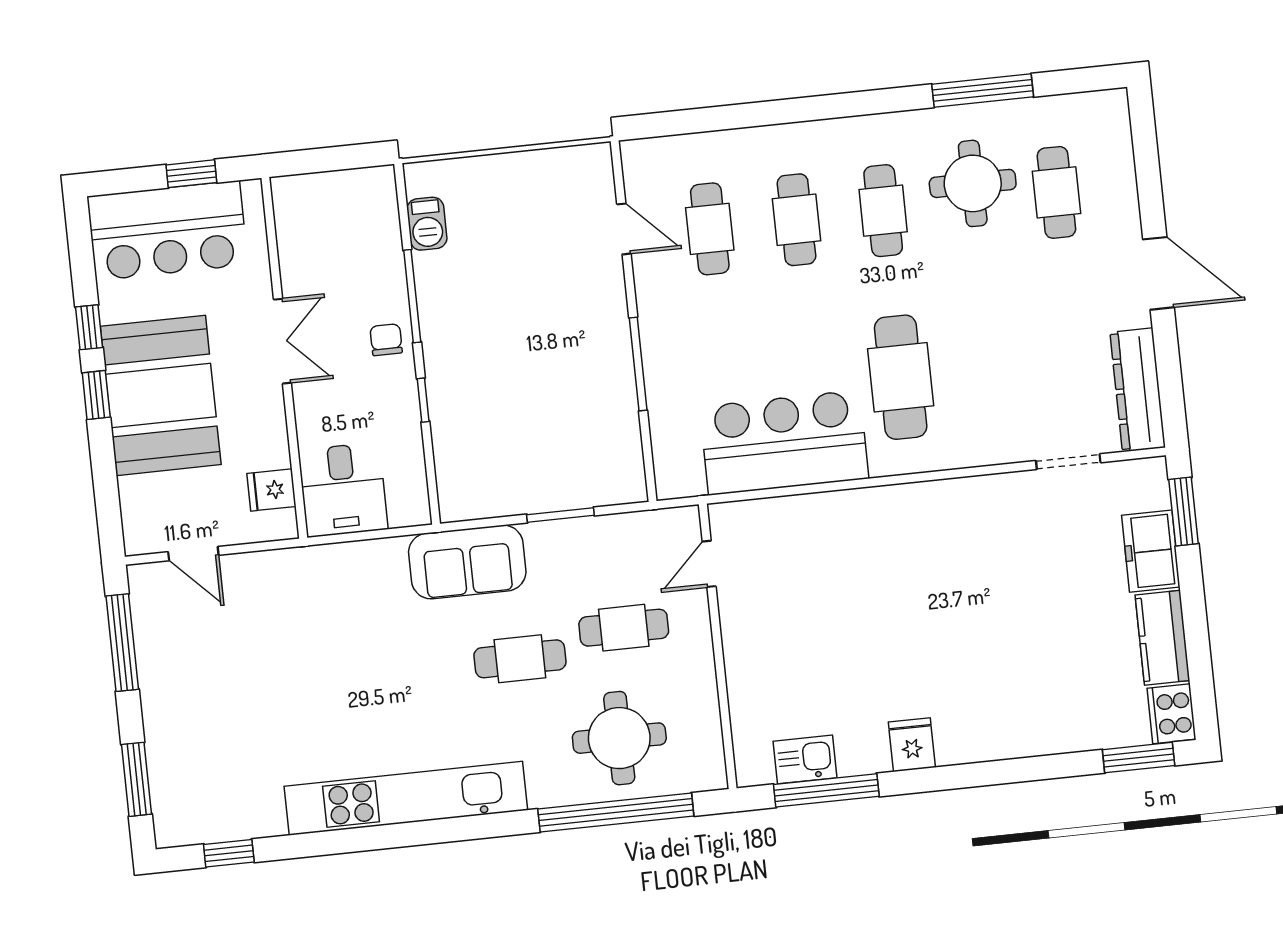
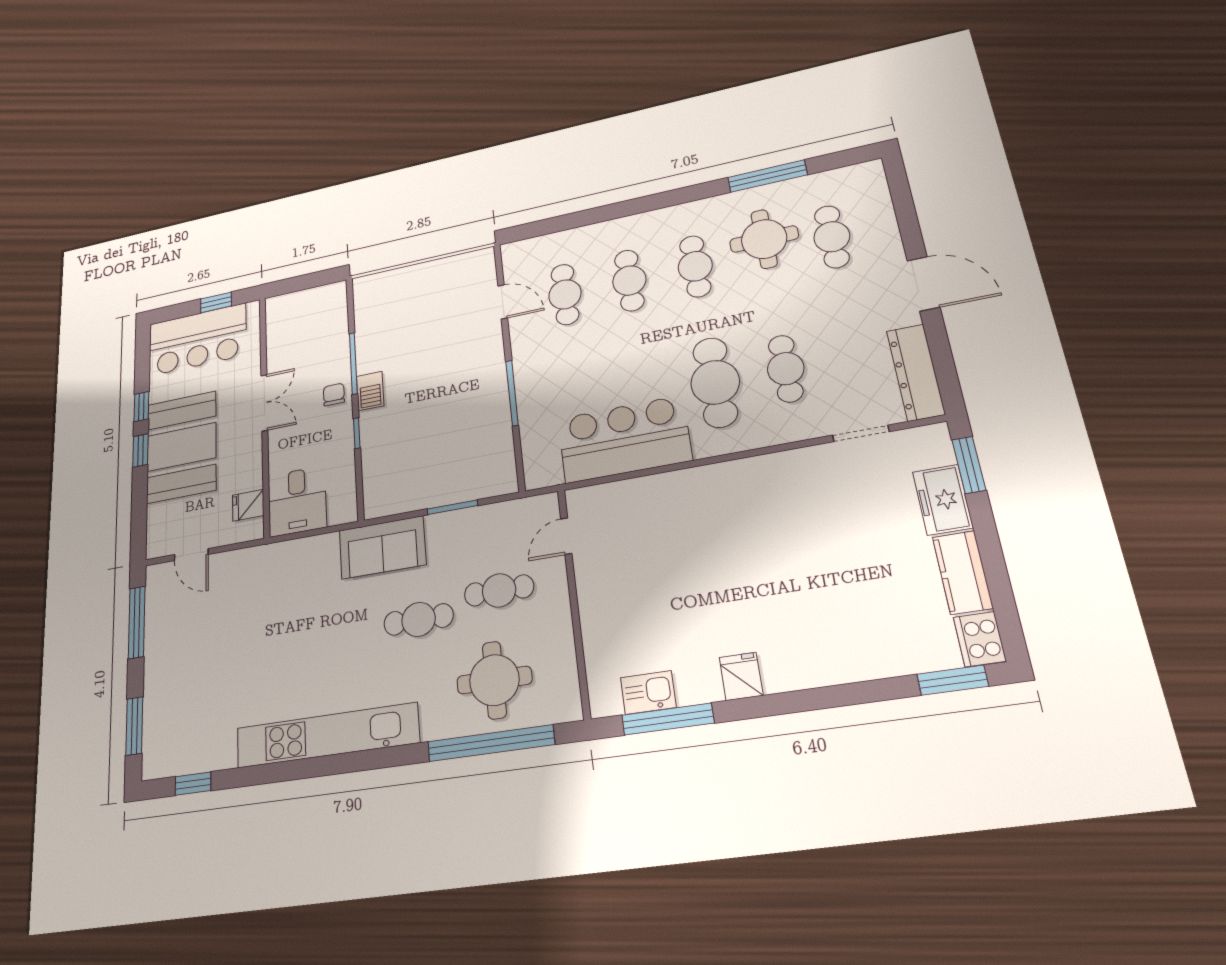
barbecue: (427, 224) -> (370, 391), moved
cafe table: (987, 368) -> (786, 369), added

